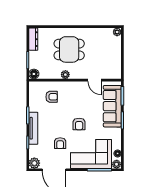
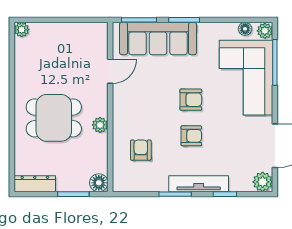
dining table: (69, 49) -> (54, 118), turned 90
armchair: (60, 143) -> (191, 136), moved

